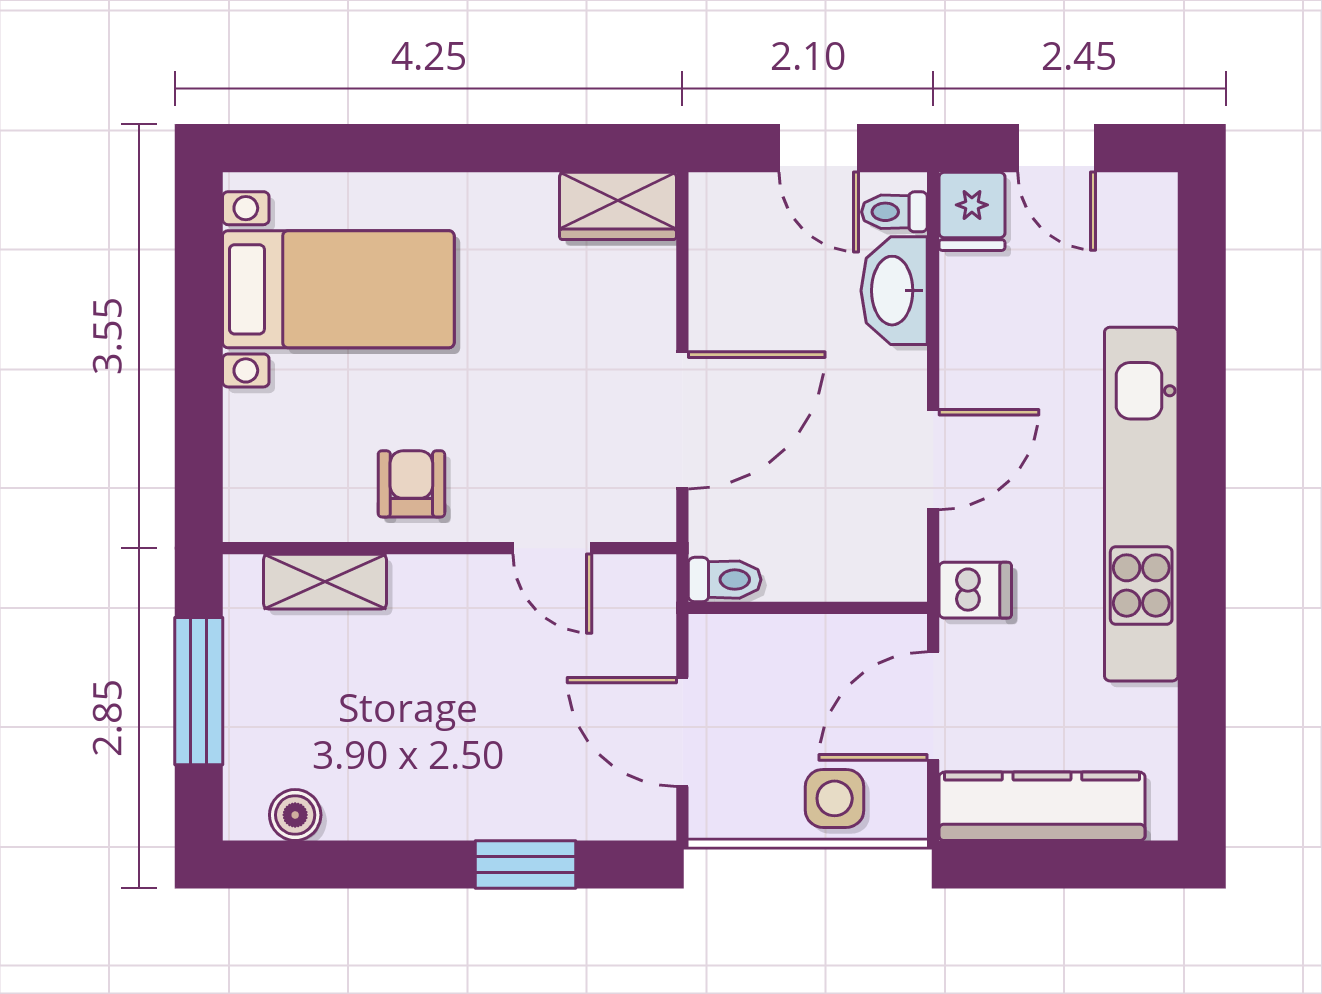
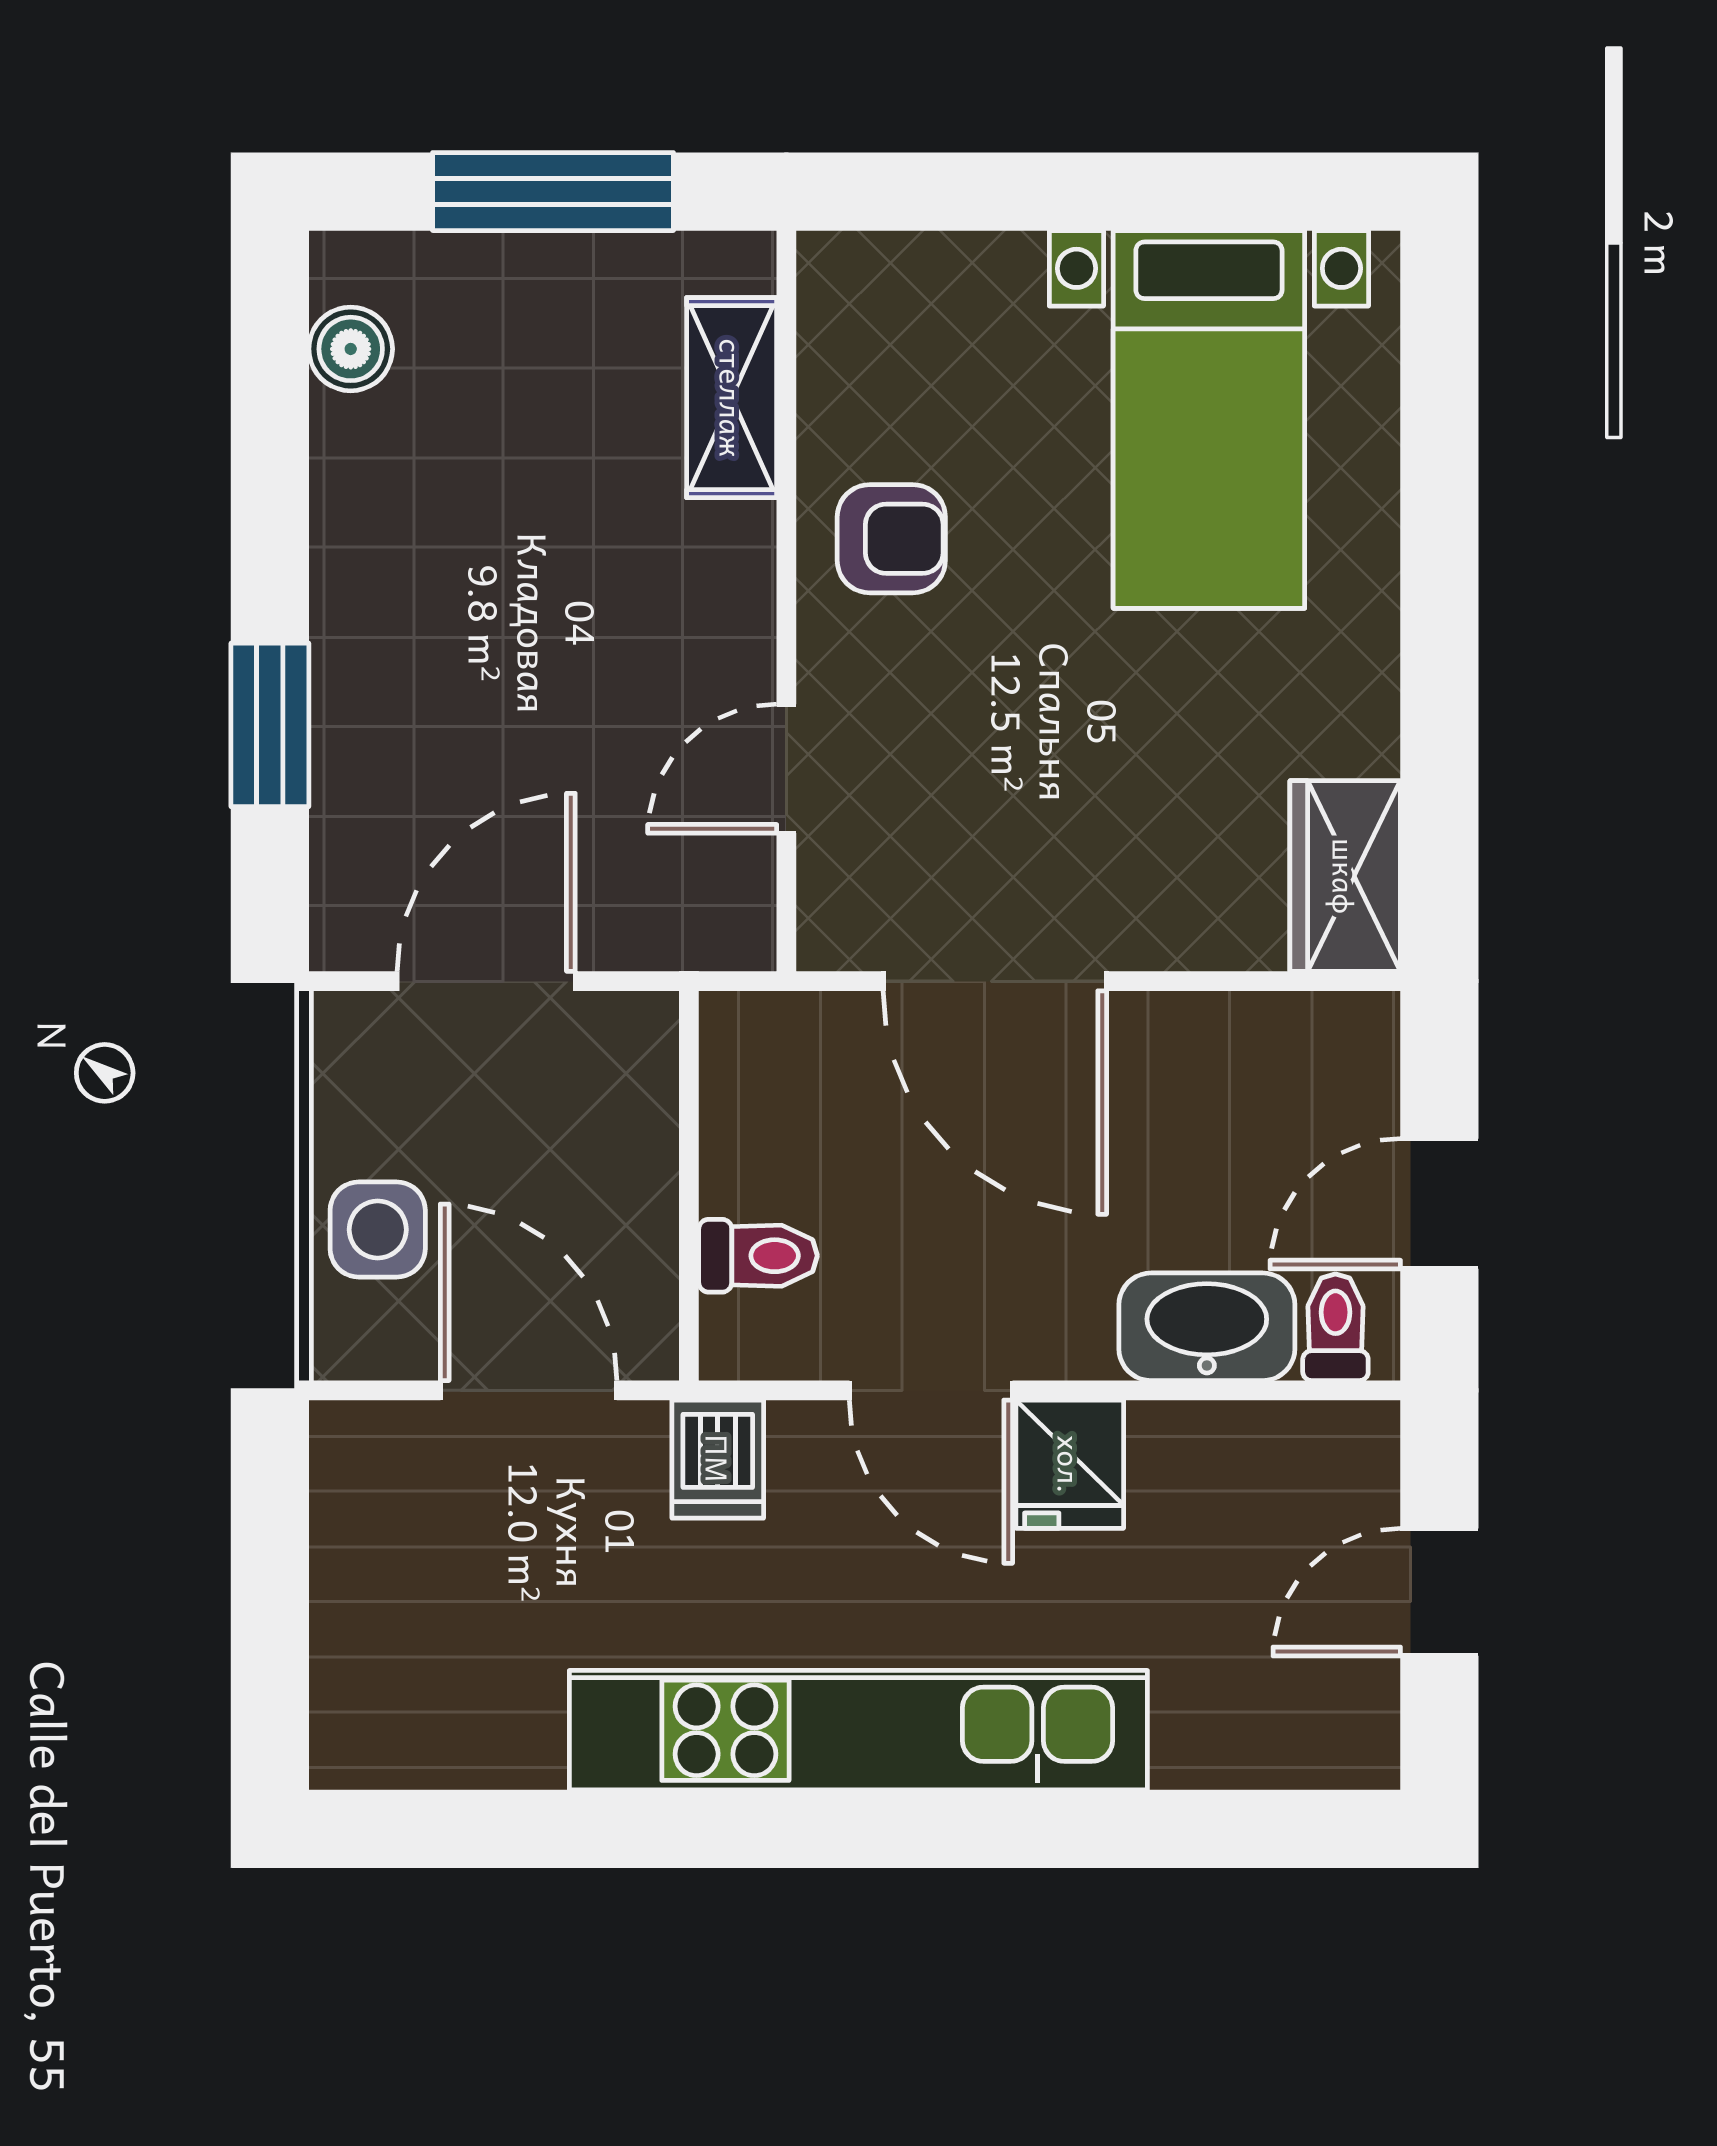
fridge: (972, 211) -> (1070, 1464), moved, turned -90
toilet: (725, 580) -> (758, 1256), moved, turned -90
kitchen counter: (1042, 806) -> (365, 1568), removed

